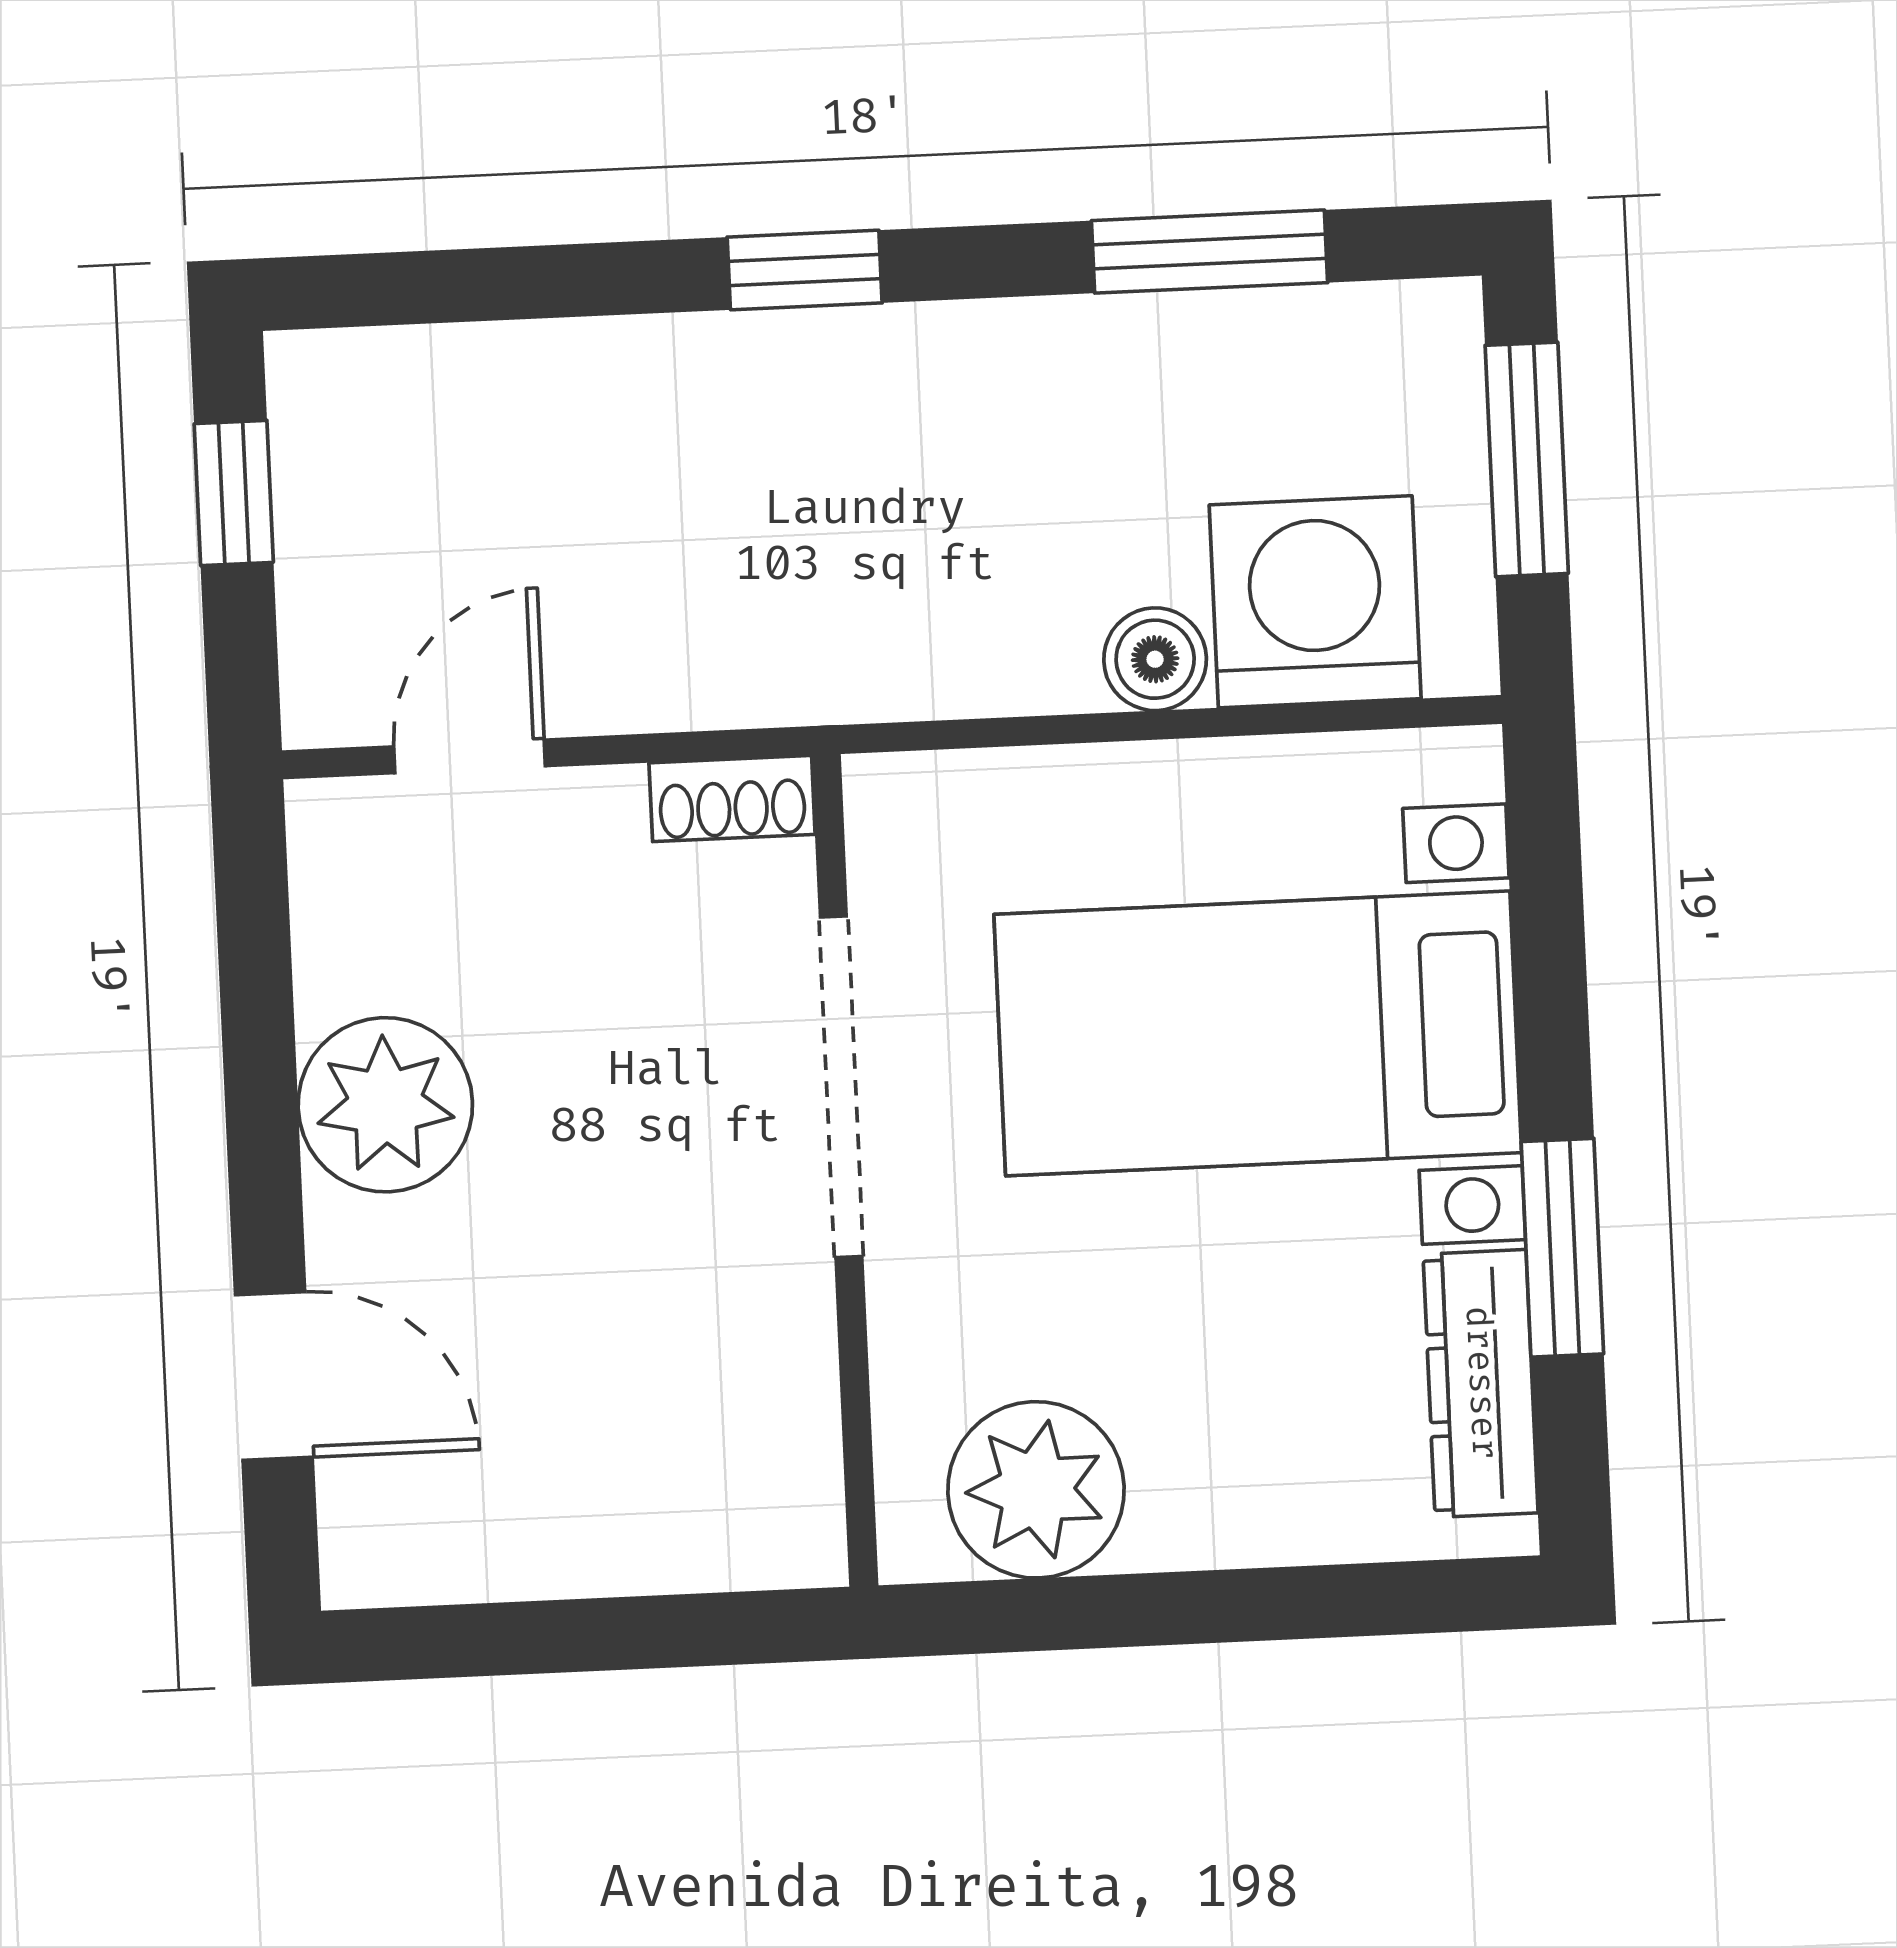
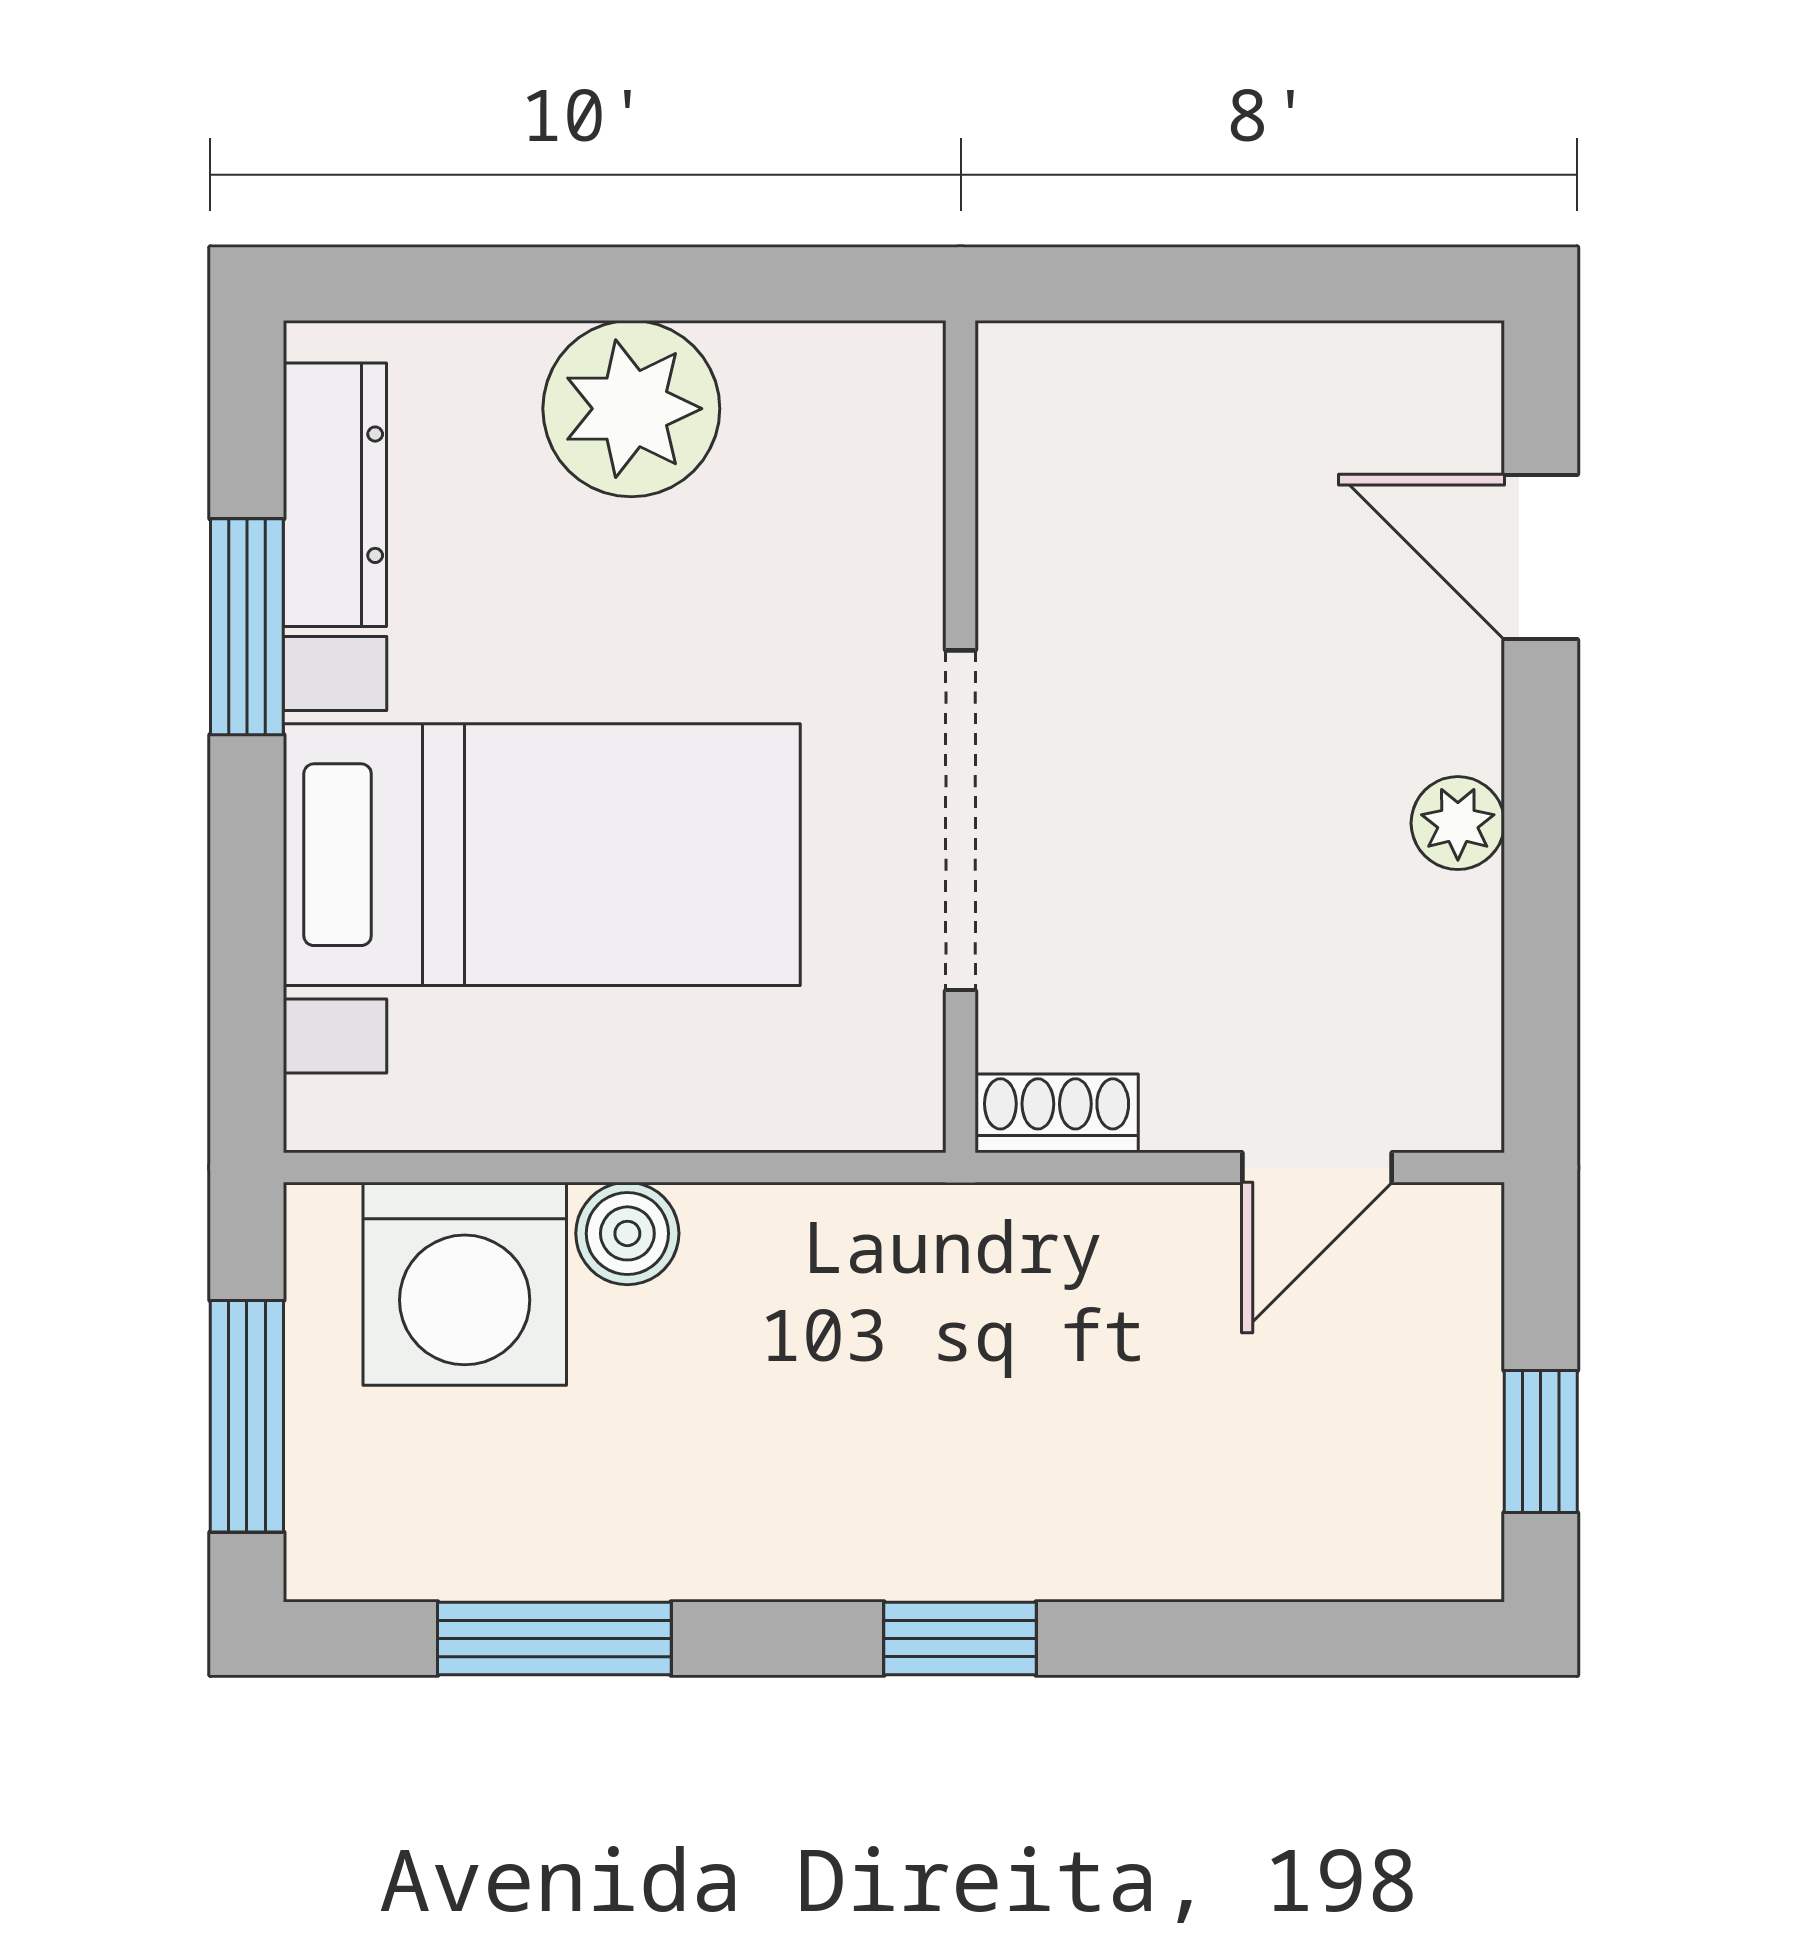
plant: (385, 1105) -> (1458, 823), width x0.53, depth x0.53
plant: (1036, 1490) -> (631, 409), moved

